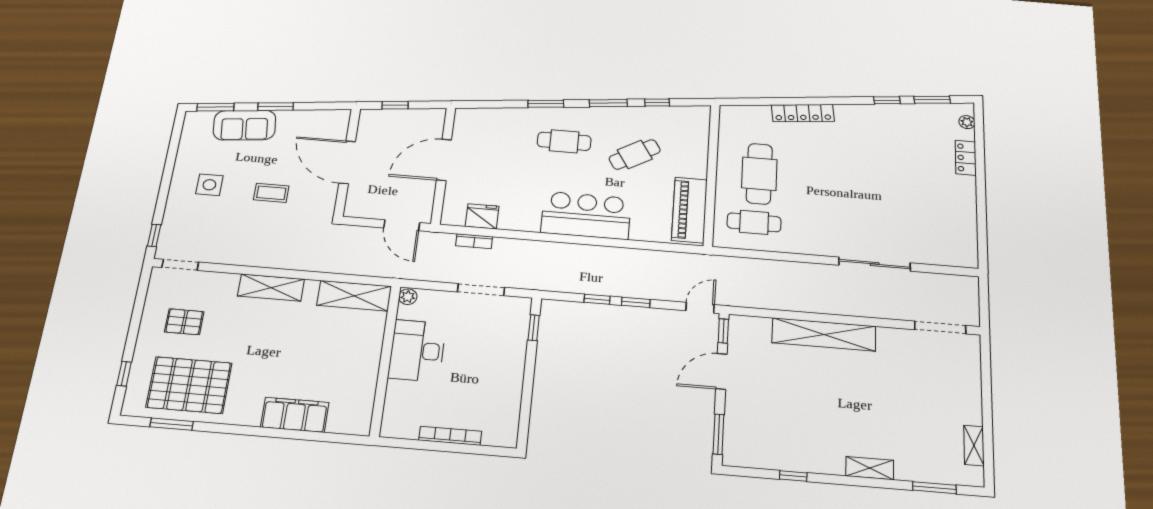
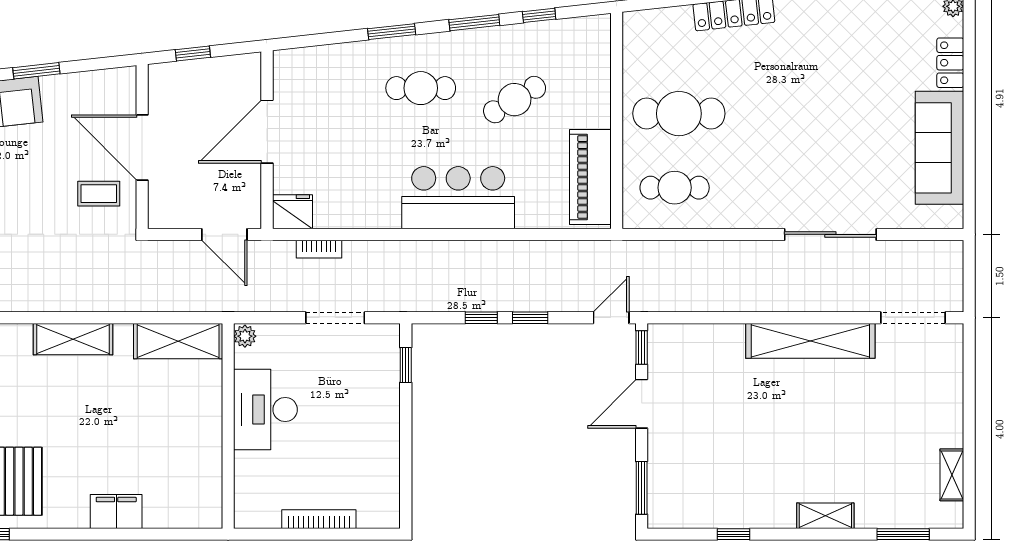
cafe table: (759, 174) -> (679, 114), turned 90
coffee table: (271, 193) -> (99, 194), moved
sofa: (959, 213) -> (939, 148), added
fridge: (482, 216) -> (292, 212), moved
shelving: (824, 334) -> (810, 341), moved
filing cabinet: (295, 415) -> (116, 512), width x0.67, depth x0.86

